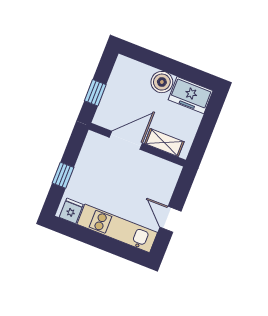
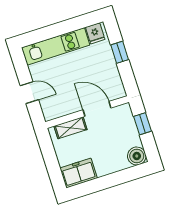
boiler: (162, 82) -> (137, 156), moved
door: (126, 140) -> (97, 109), swing flipped
door: (170, 219) -> (29, 93), moved

